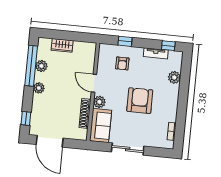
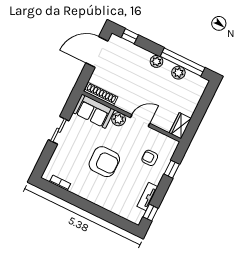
wardrobe: (62, 45) -> (180, 126), moved
plant: (174, 77) -> (115, 207), removed
shoe rack: (85, 113) -> (101, 94), moved
sliding door: (128, 149) -> (59, 130), width x0.73

